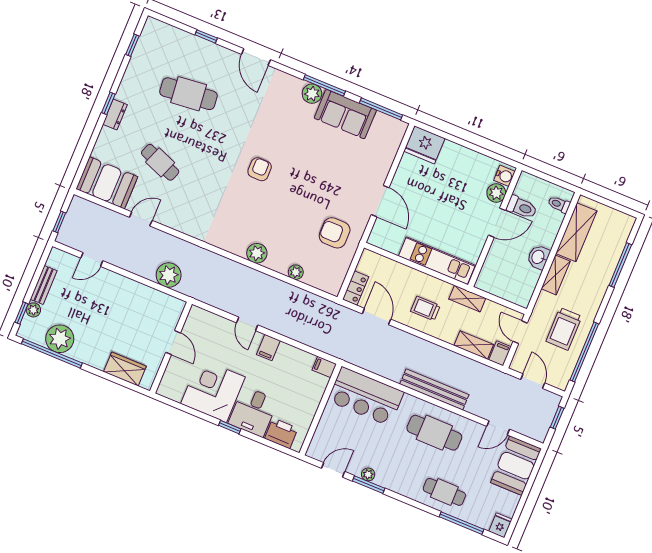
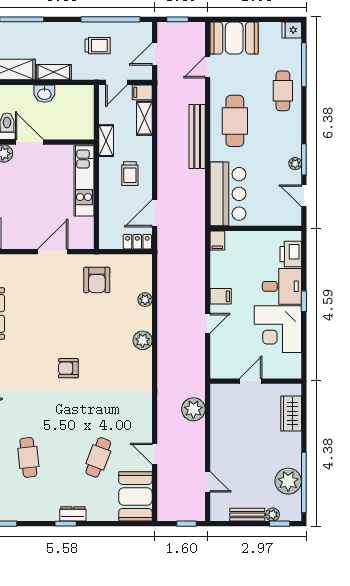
cafe table: (189, 94) -> (28, 457), width x0.73, depth x0.74
trolley: (564, 329) -> (98, 46), width x0.73, depth x0.72
door: (498, 428) -> (208, 67), swing flipped

